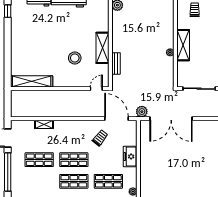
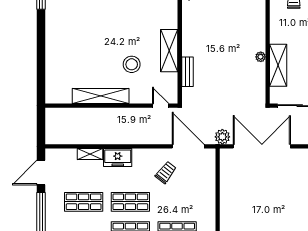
shelving: (183, 45) -> (278, 65), moved
shelving: (32, 81) -> (101, 96), moved
door: (96, 89) -> (161, 106), hinge flipped
double door: (171, 119) -> (262, 146), swing flipped
freezer: (130, 156) -> (118, 157), moved, turned -90

